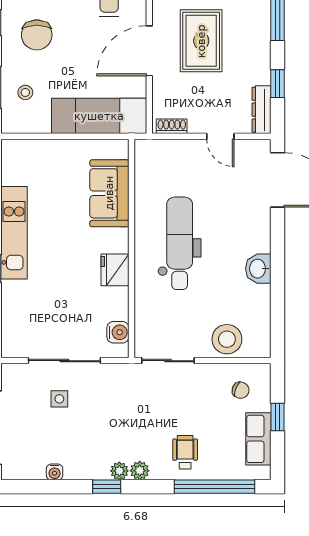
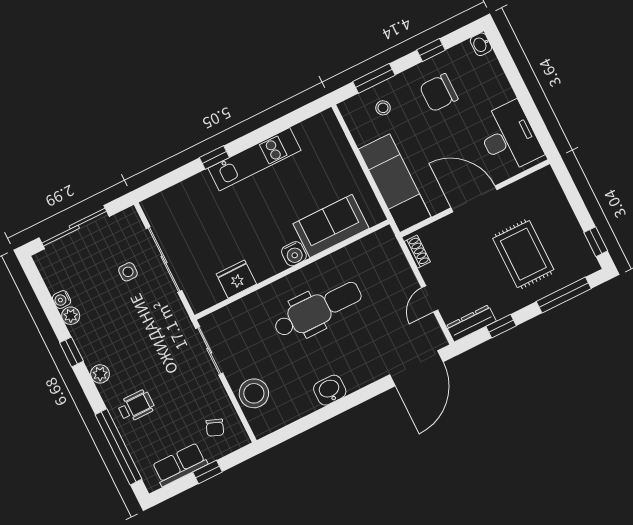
rug: (201, 41) -> (523, 254), moved, turned 90
fridge: (115, 270) -> (236, 279), moved
water cooler: (118, 332) -> (294, 254), moved
plant: (119, 471) -> (71, 316), moved

